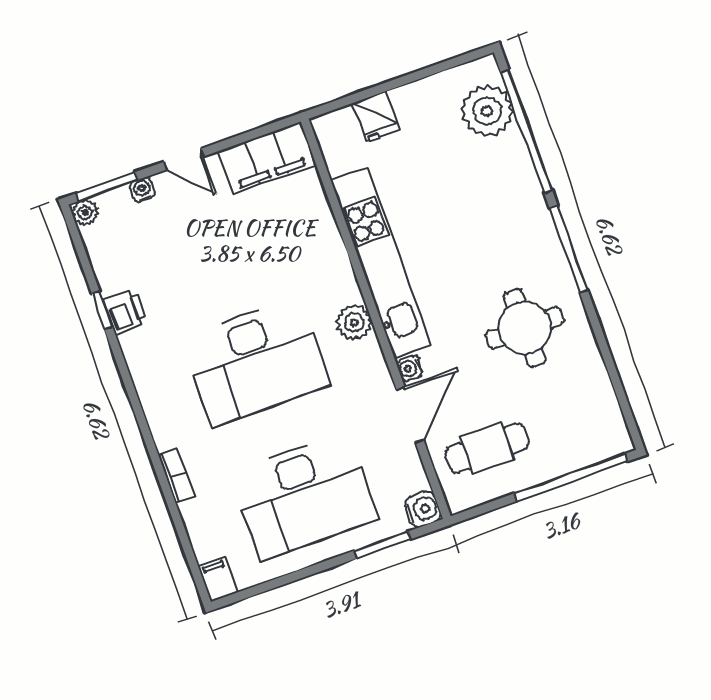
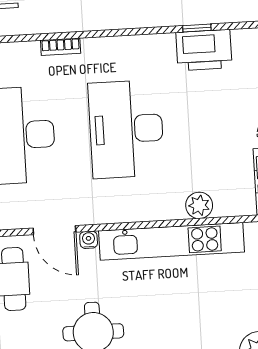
printer: (125, 311) -> (204, 50), width x1.87, depth x1.48
plant: (354, 322) -> (199, 205), moved

